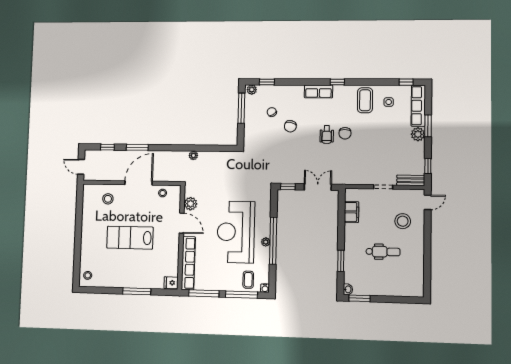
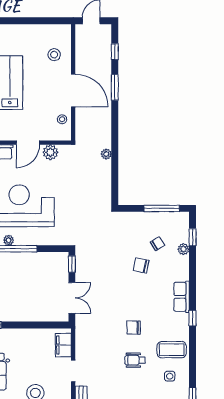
plant: (252, 90) -> (183, 249), moved
wheelchair: (327, 135) -> (135, 360), moved
filing cabinet: (352, 212) -> (63, 345), moved, turned 90

